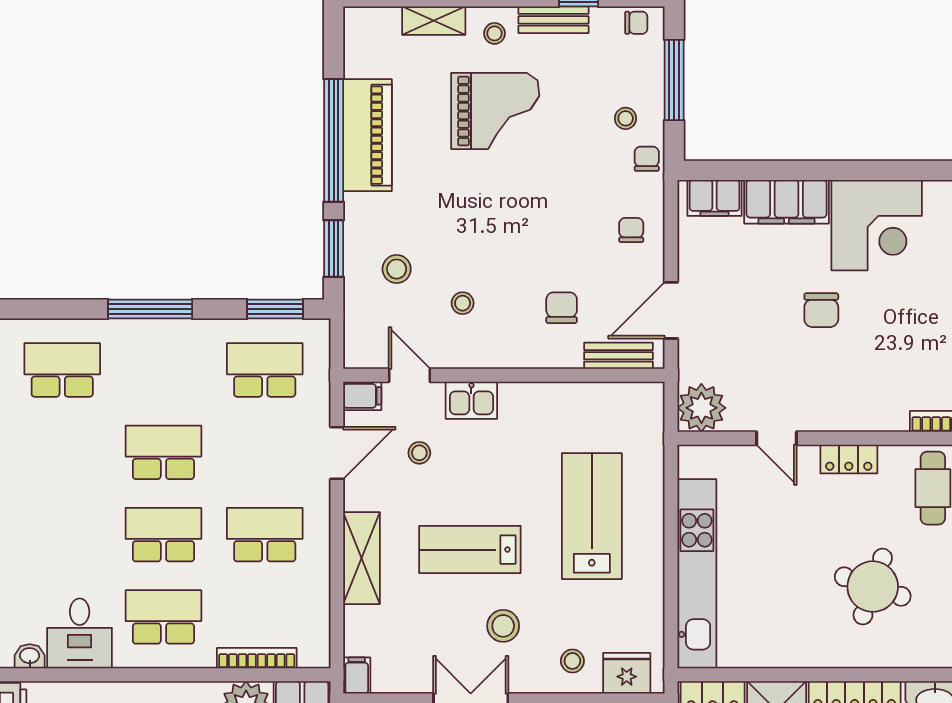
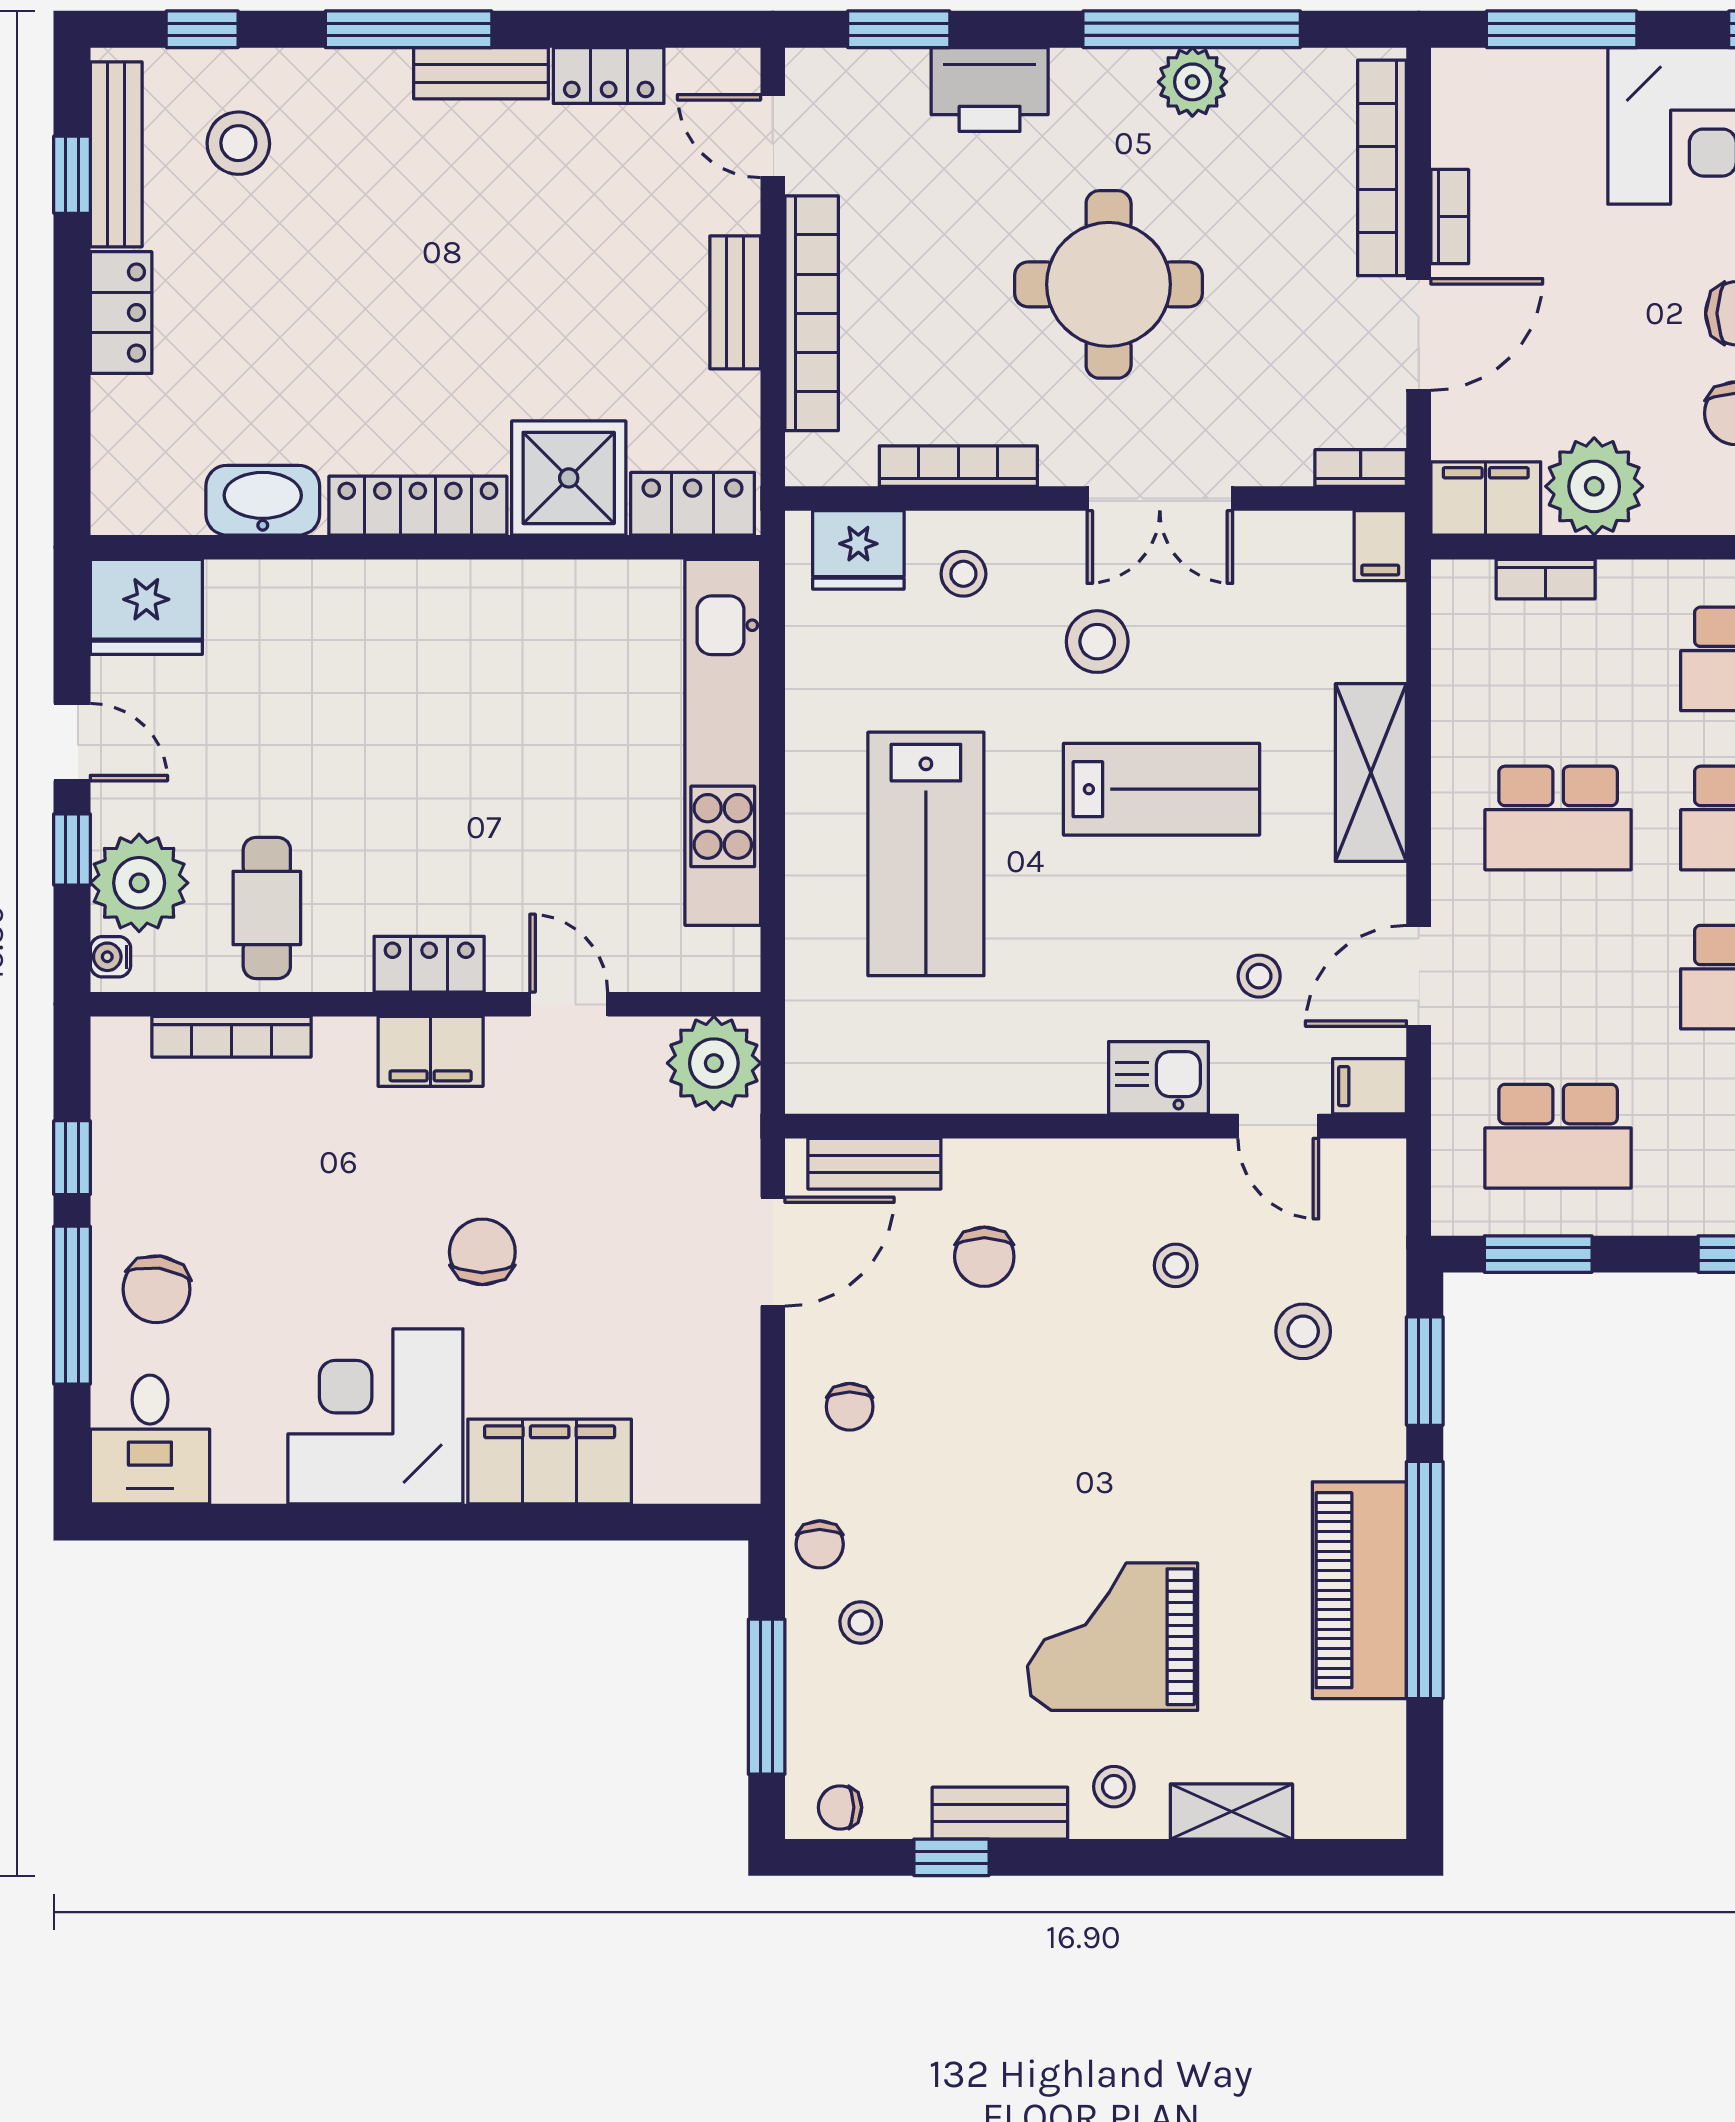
filing cabinet: (715, 198) -> (431, 1051), moved, turned 180
round table: (873, 587) -> (383, 718), removed
bookcase: (257, 658) -> (1546, 579), width x0.64

